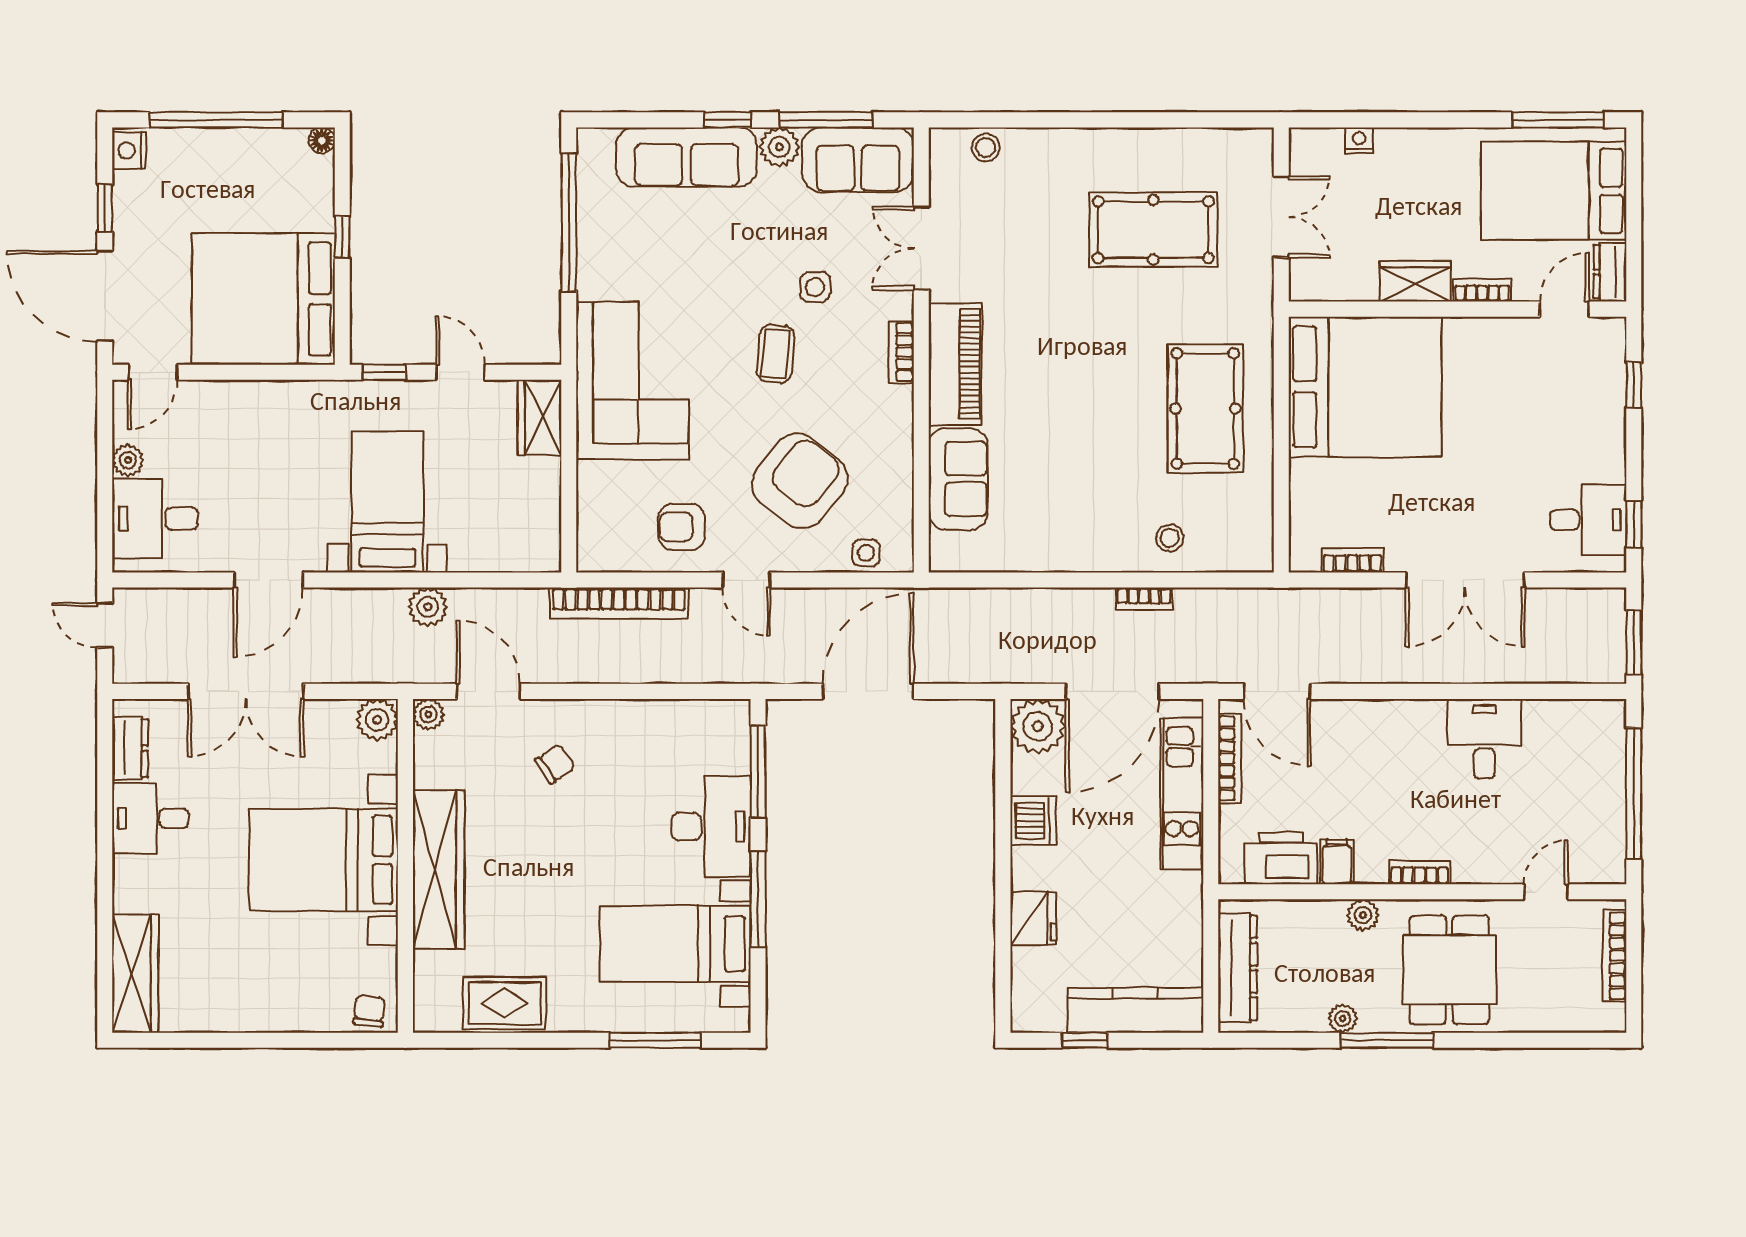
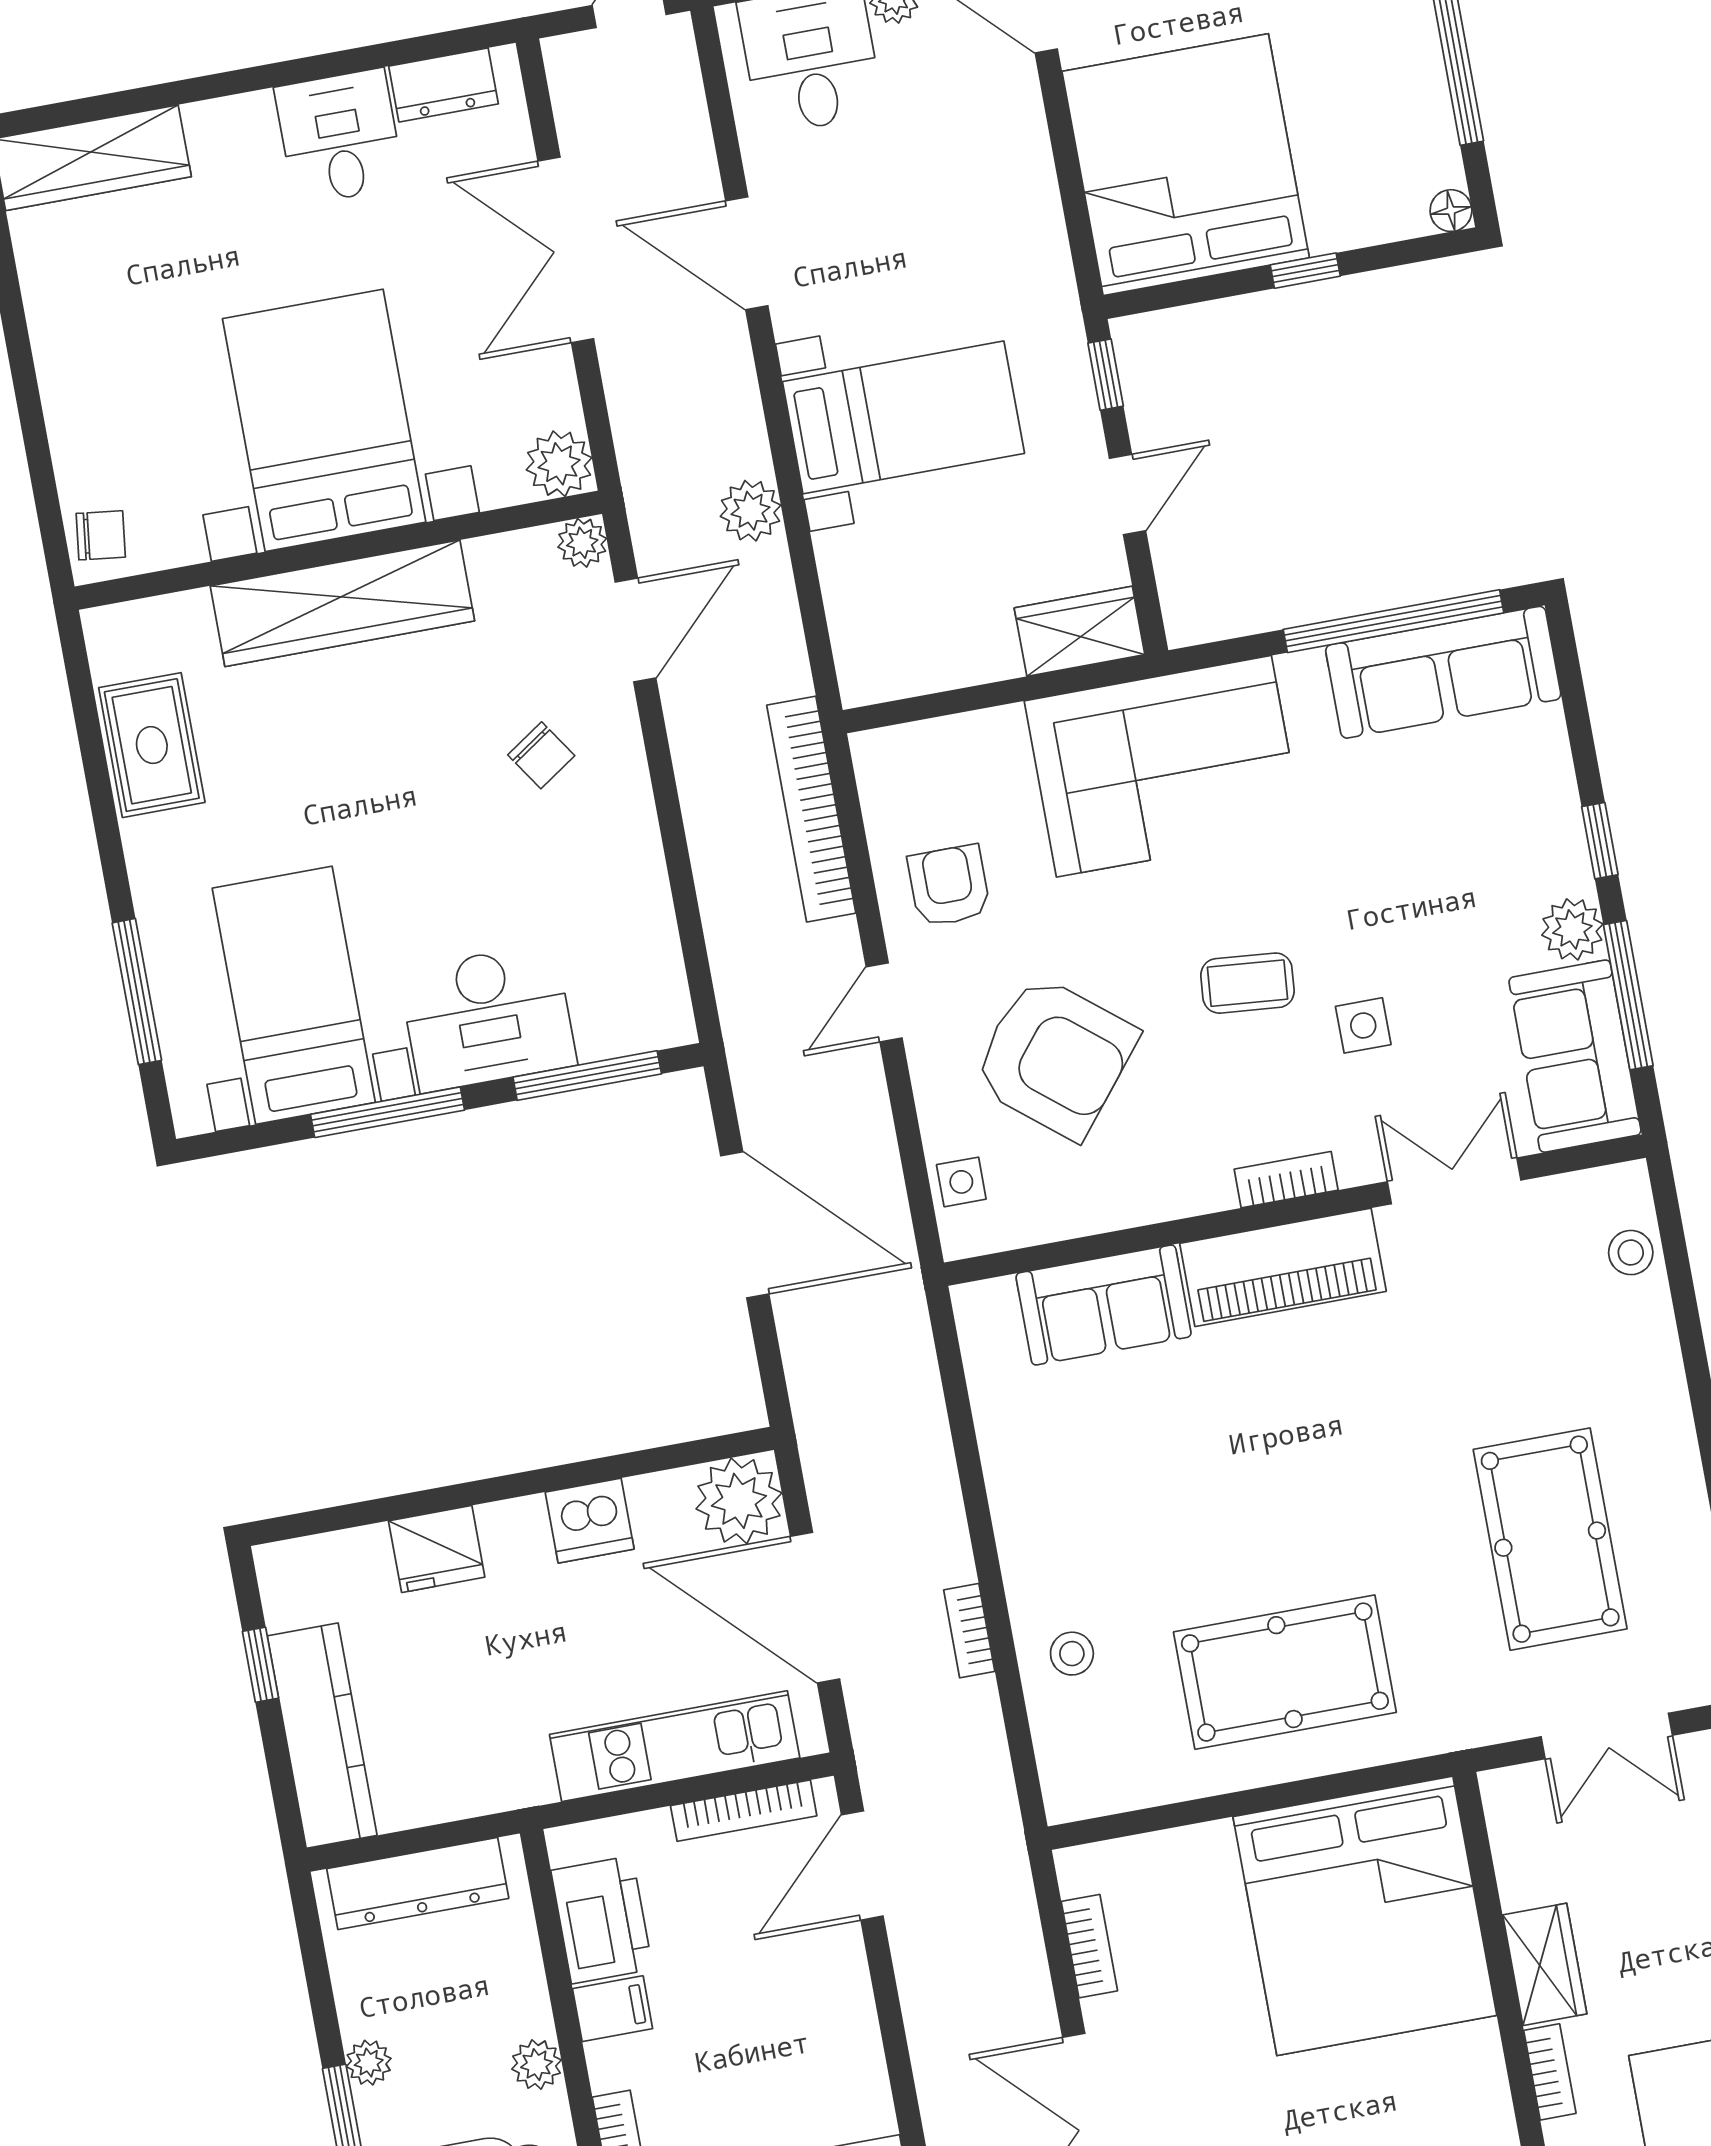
sofa: (687, 157) -> (1443, 672), moved, turned -90

